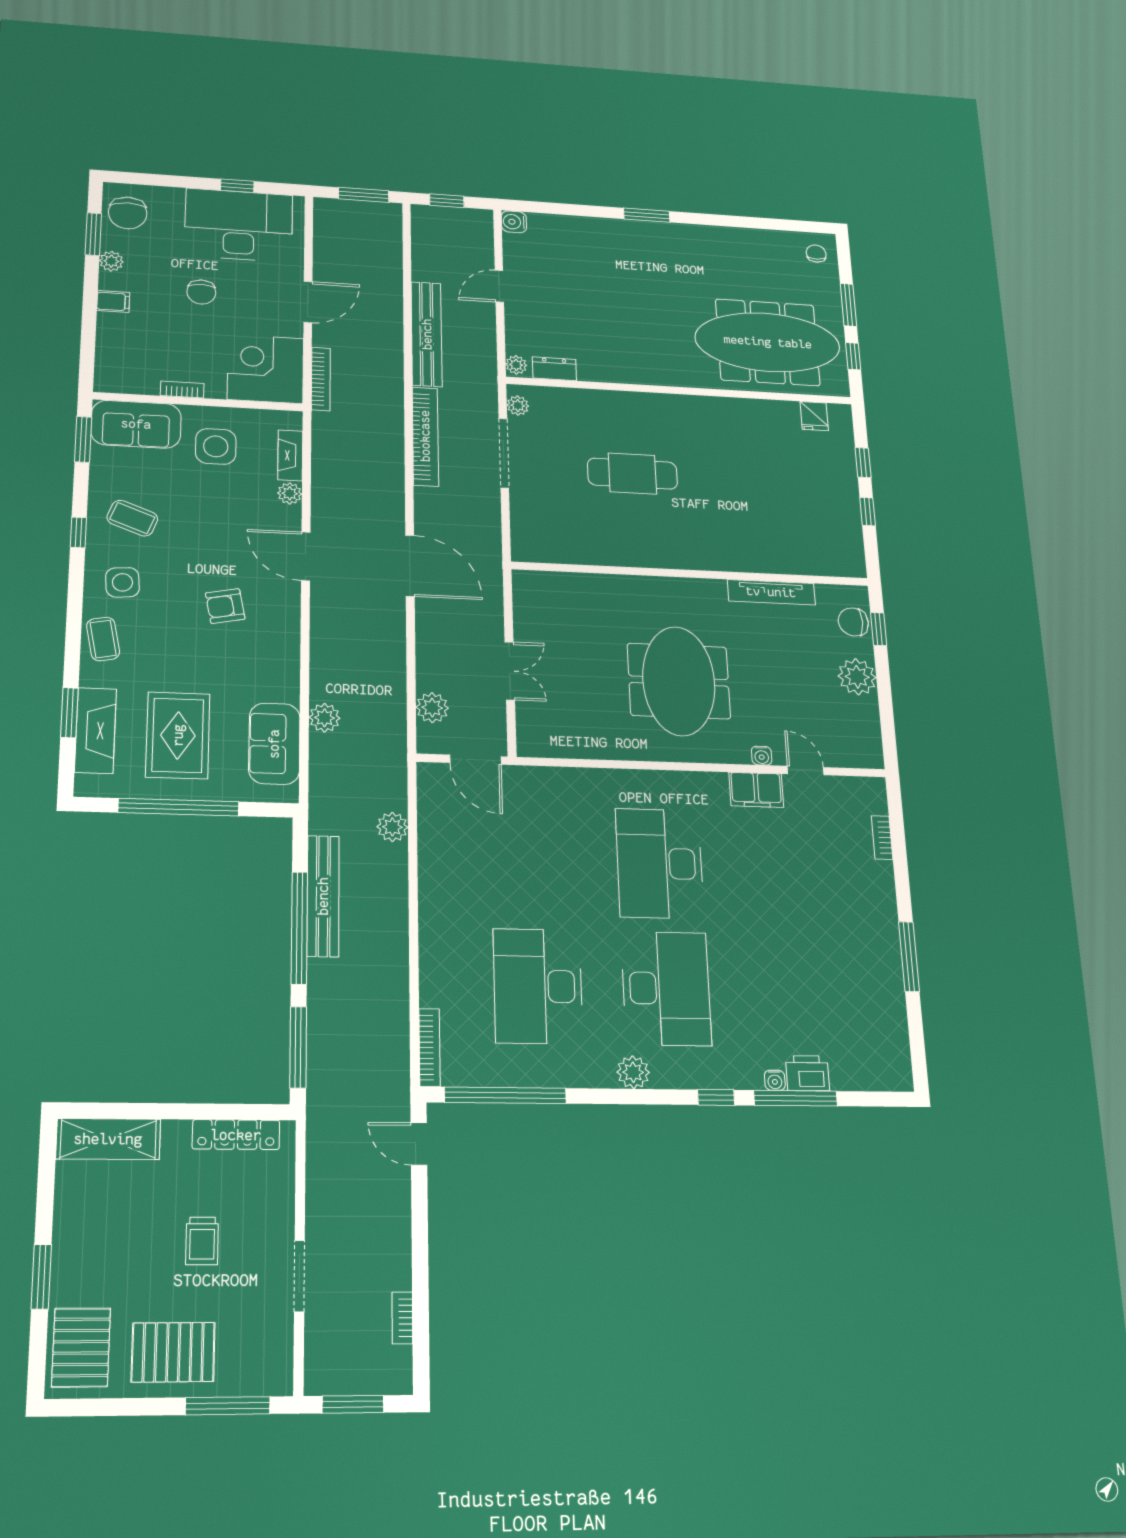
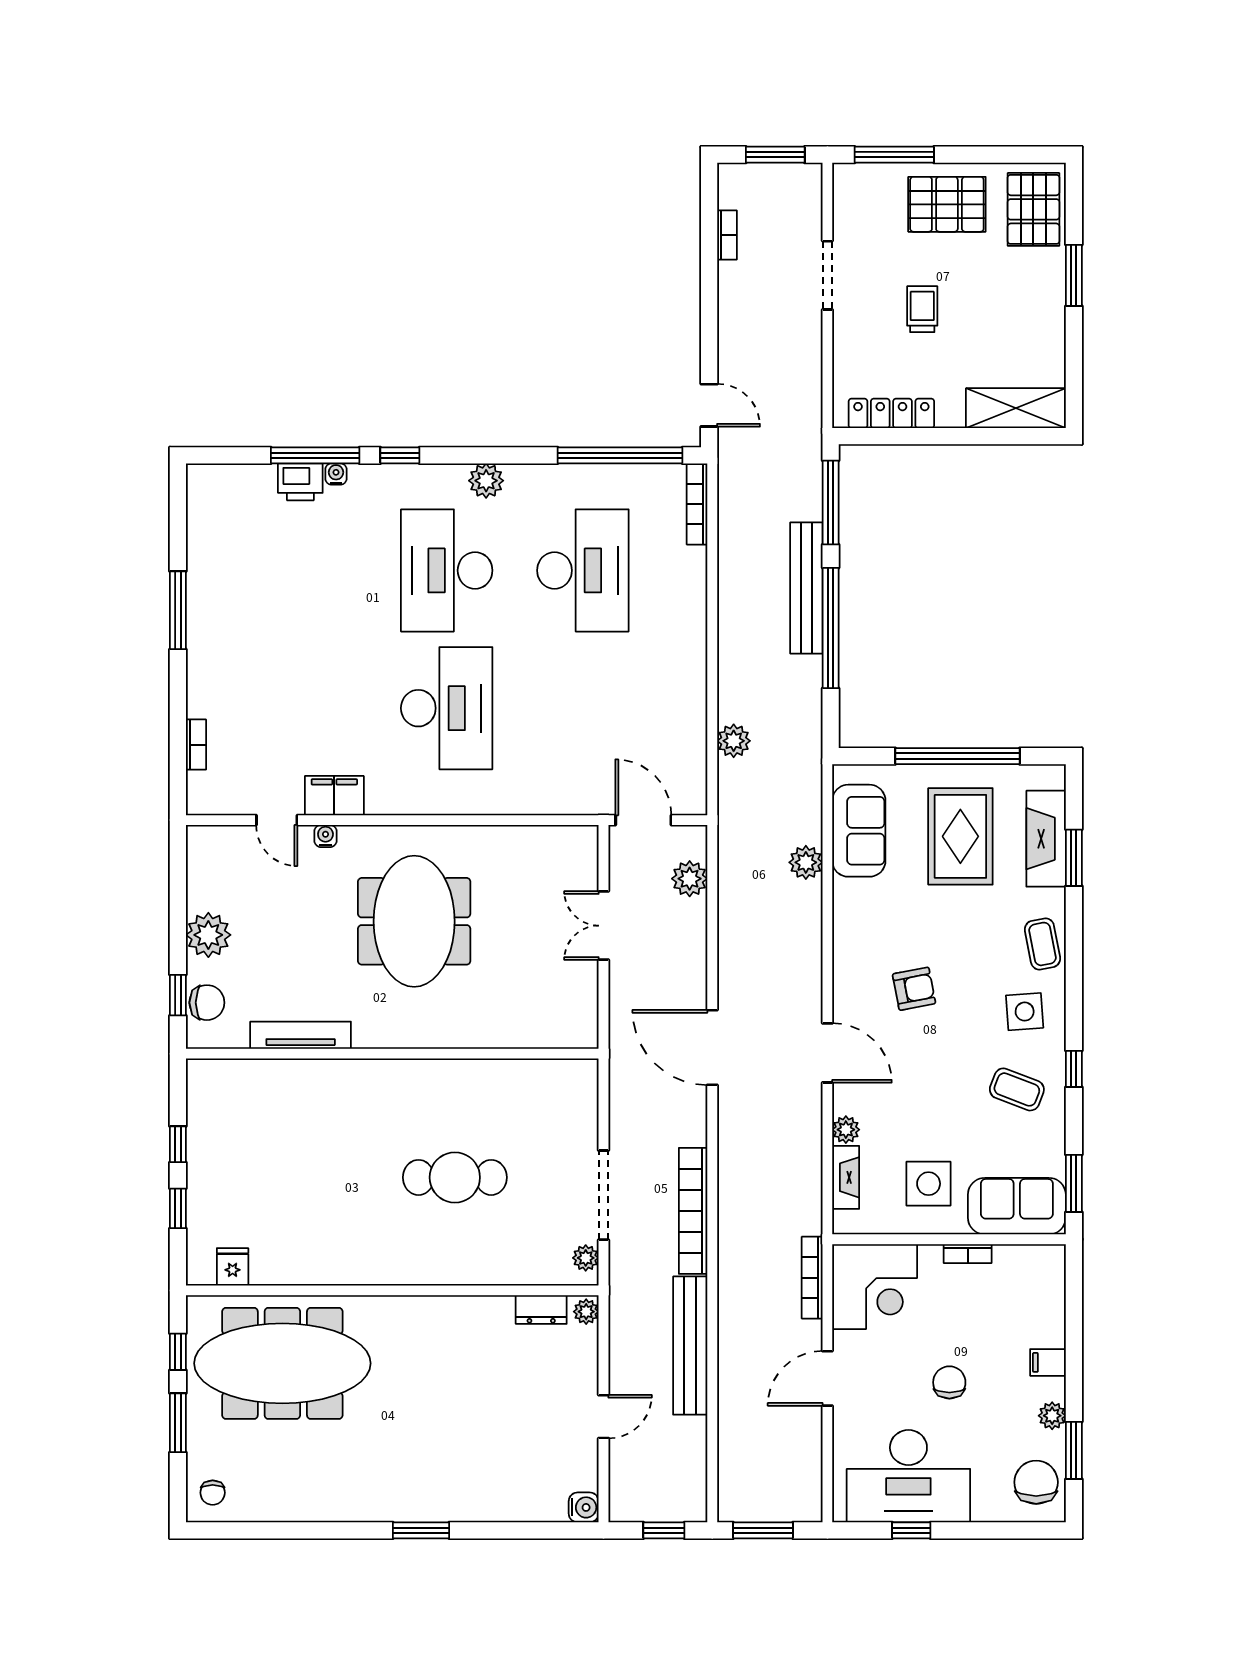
bench: (323, 896) -> (806, 588), moved

